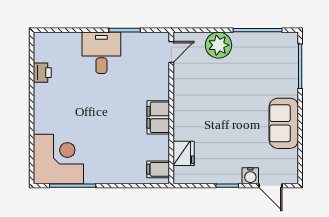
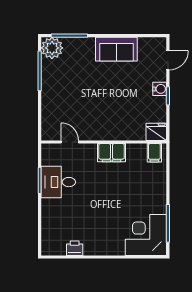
plant: (218, 45) -> (52, 48), moved
door: (171, 52) -> (70, 142), moved
desk: (101, 53) -> (58, 182), moved
fridge: (184, 153) -> (156, 132), moved
water cooler: (250, 176) -> (160, 89), moved

